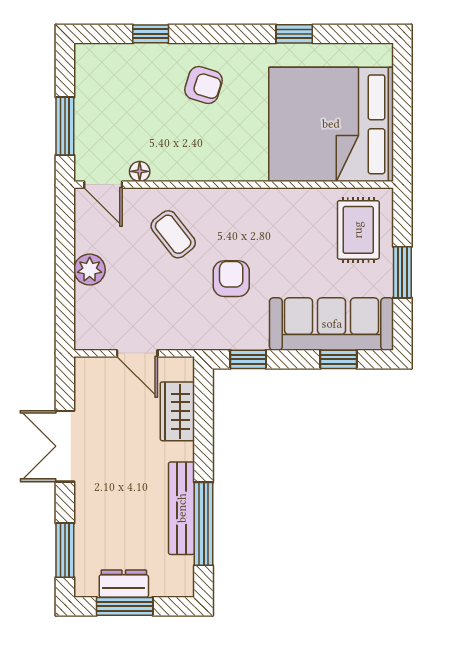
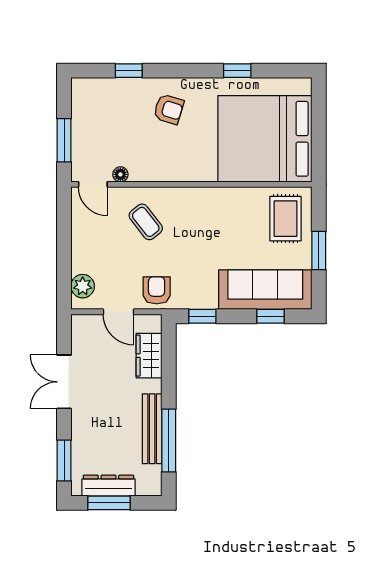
plant: (90, 270) -> (83, 286), moved
armchair: (231, 279) -> (157, 290), moved
dresser: (124, 584) -> (108, 486), width x1.44

